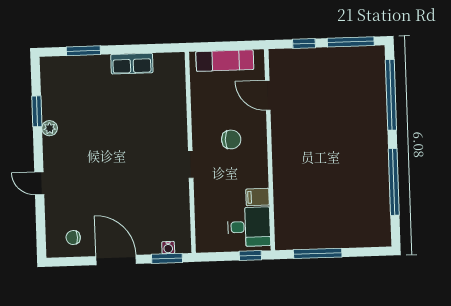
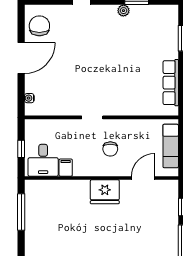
row of seats: (132, 64) -> (171, 83), width x1.48
fridge: (287, 145) -> (105, 192), added
chair: (73, 237) -> (39, 26), width x1.87, depth x1.87
window: (250, 256) -> (21, 149), moved
window: (167, 258) -> (21, 97), removed

